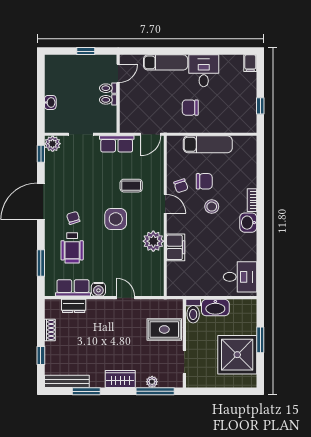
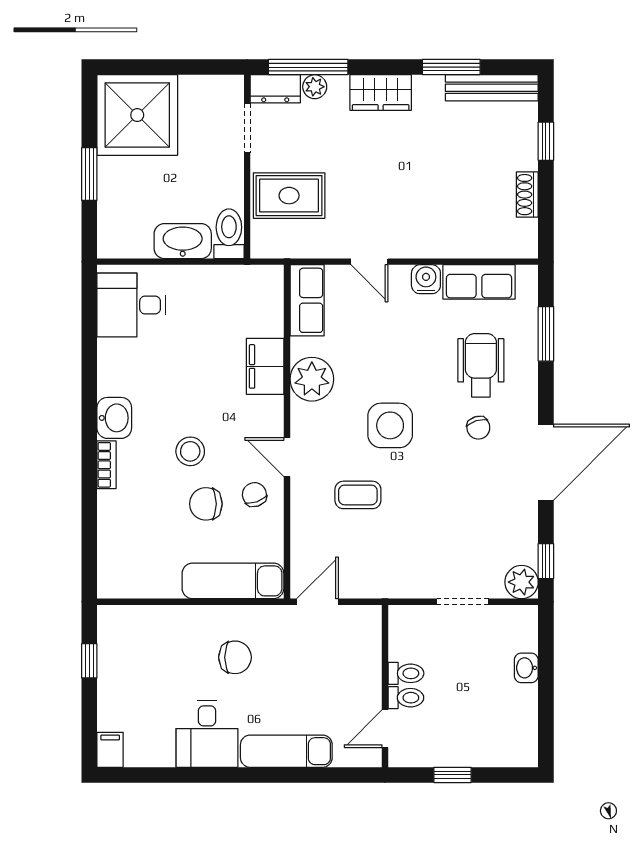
row of seats: (117, 144) -> (307, 300), moved, turned 90
exam couch: (208, 144) -> (233, 581), moved
dresser: (74, 306) -> (275, 89), moved, turned 180
shower: (237, 355) -> (137, 115), moved

